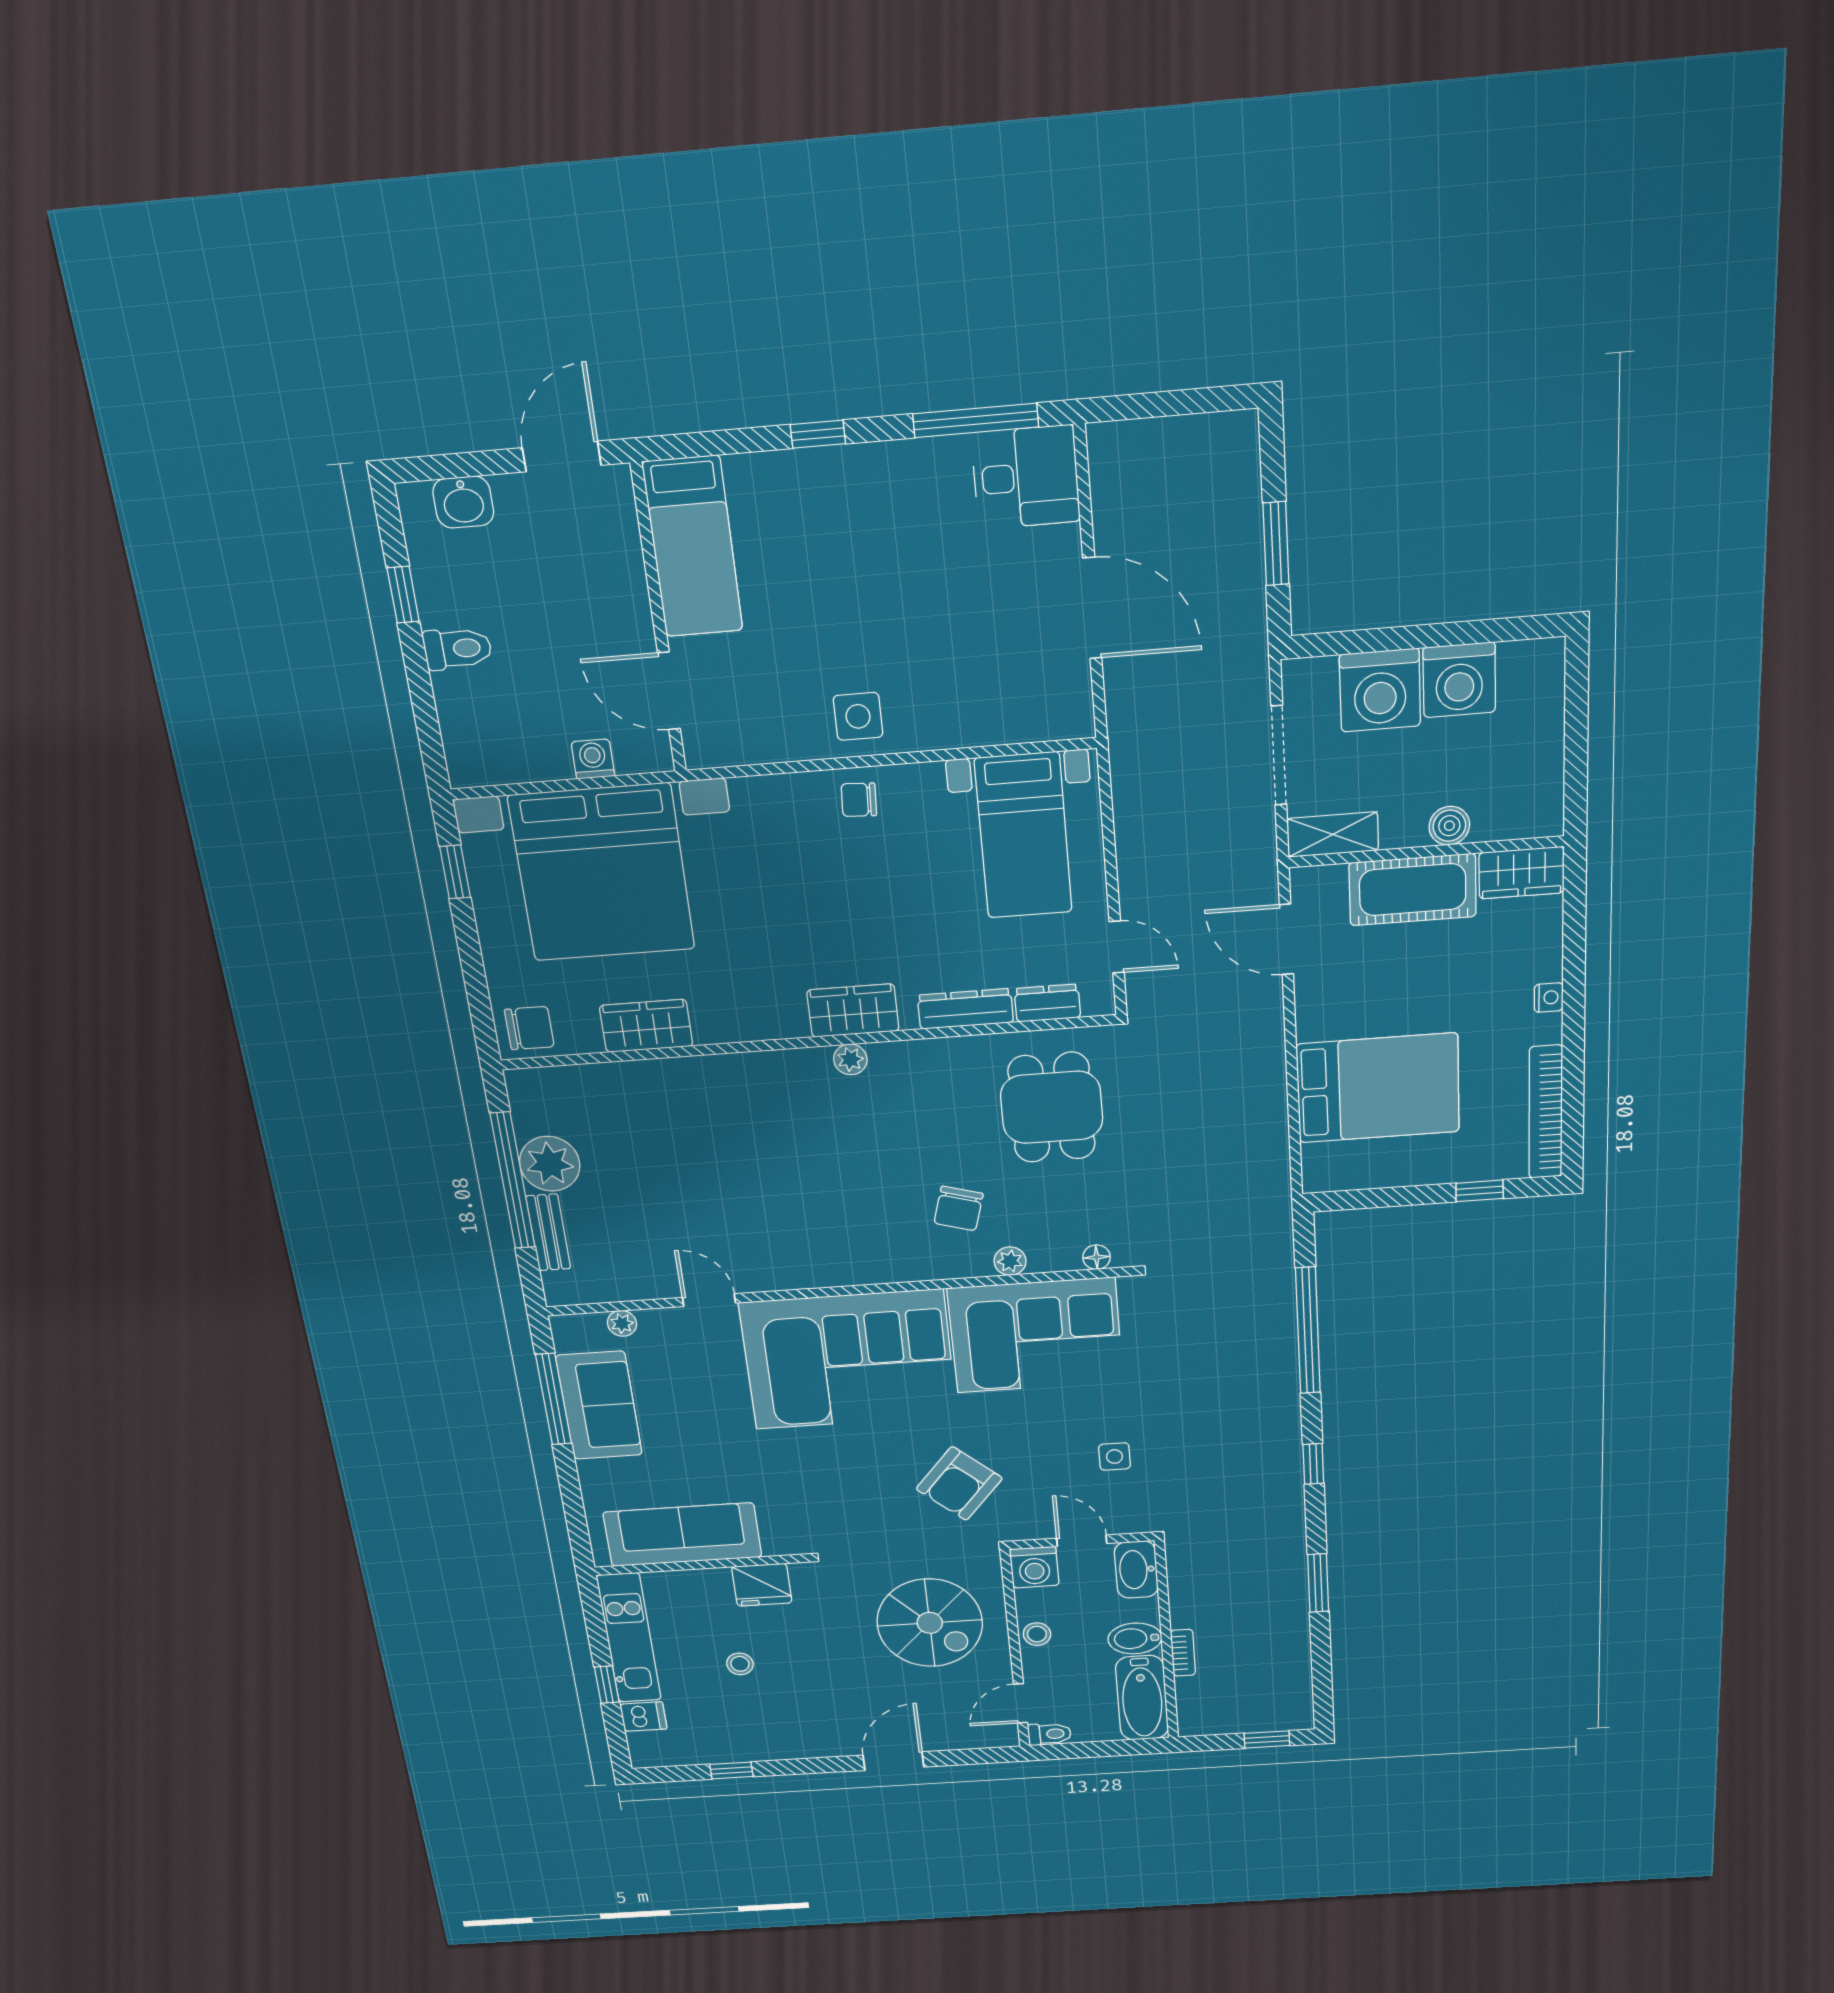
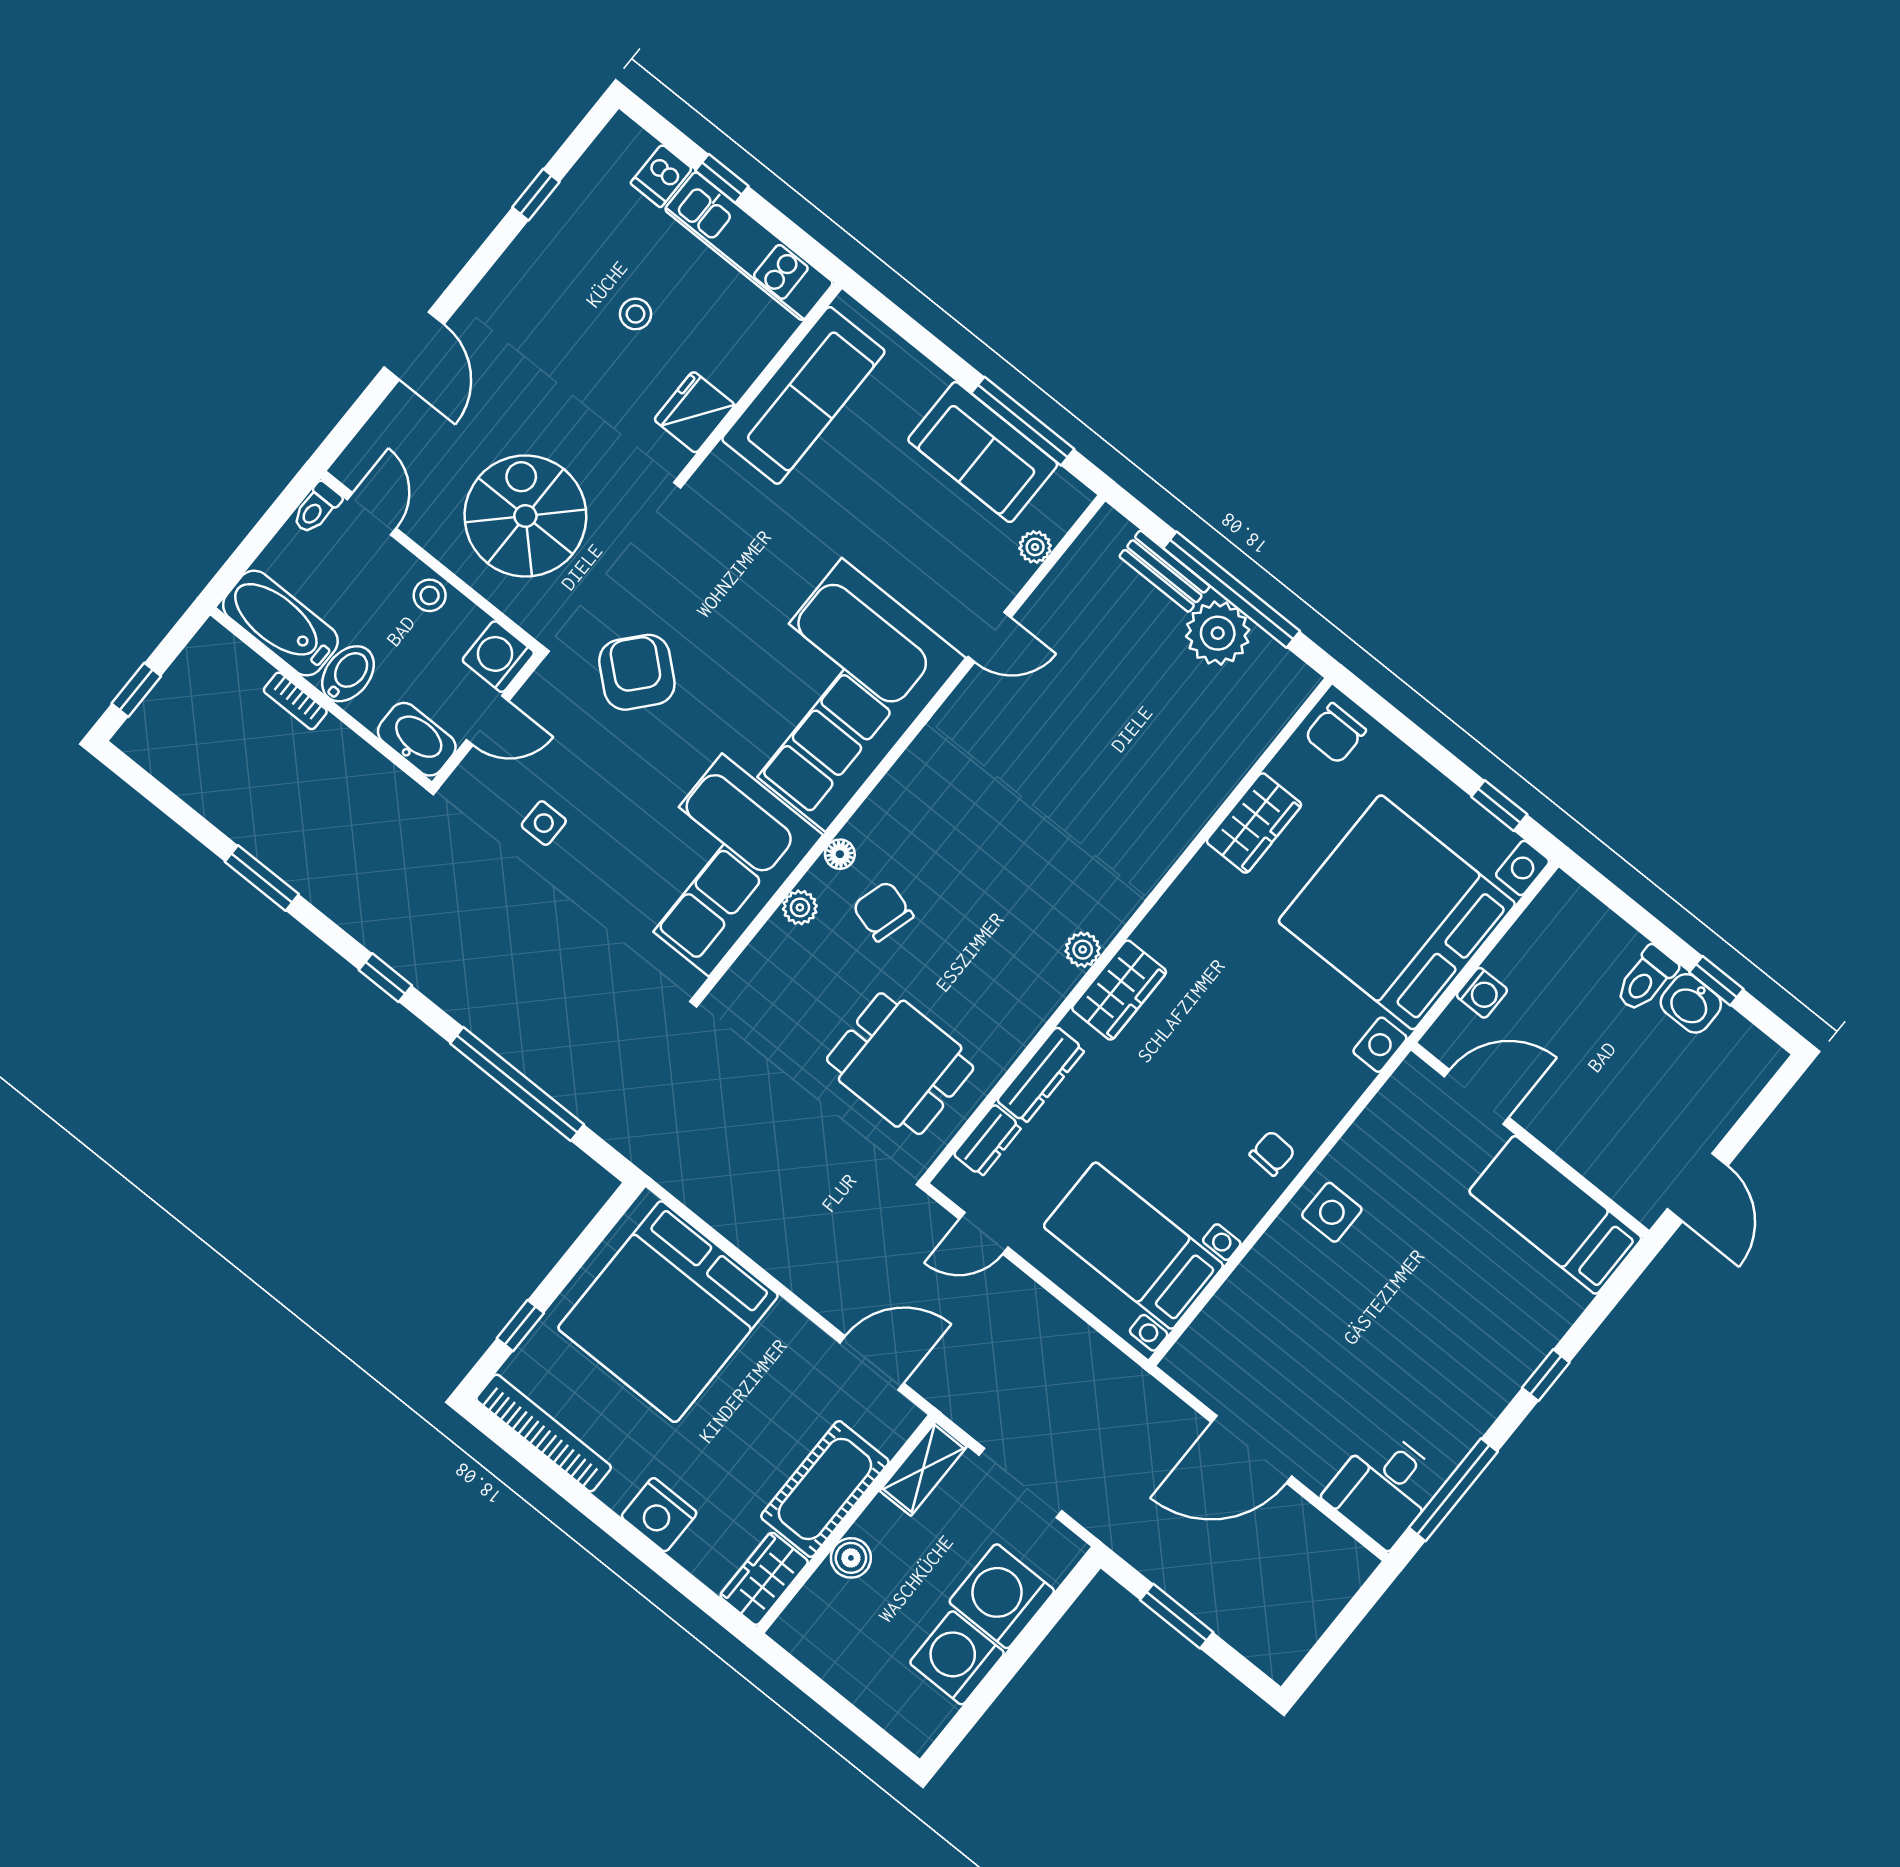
washbasin: (463, 502) -> (1691, 1003), moved, turned -90
nightstand: (1549, 998) -> (659, 1515), width x1.89, depth x1.79
bed: (1378, 1088) -> (668, 1312), width x1.36
floor lamp: (1097, 1257) -> (840, 854), moved
spiral stairs: (930, 1623) -> (525, 516), turned 90

